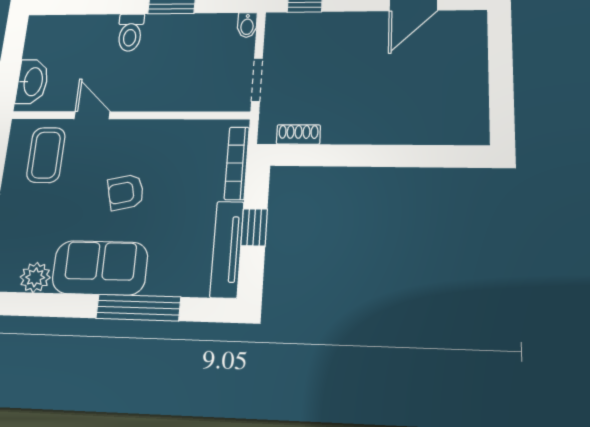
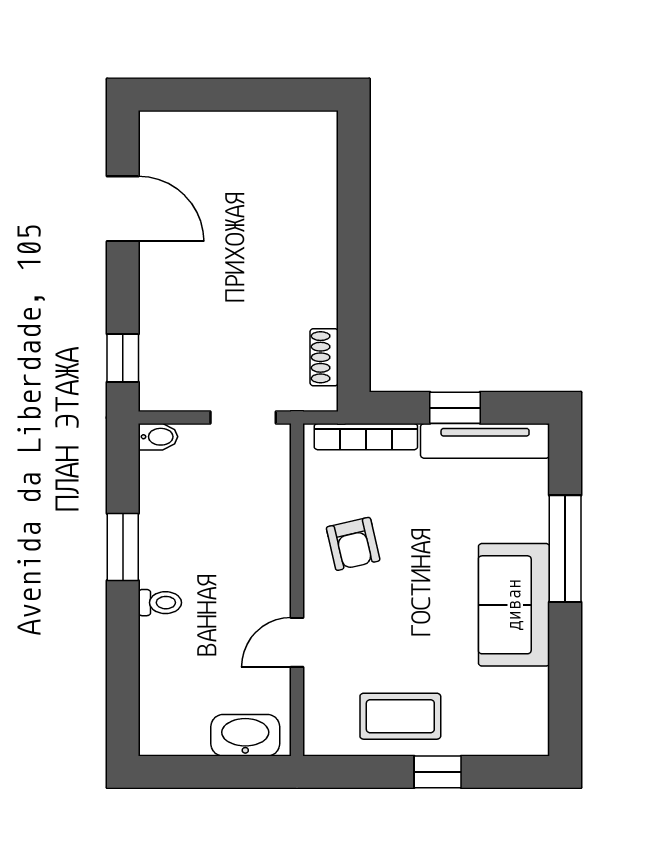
toilet: (130, 33) -> (160, 603), width x0.73, depth x0.72
coffee table: (46, 155) -> (400, 716), moved
armchair: (126, 192) -> (353, 544), moved
plant: (35, 277) -> (529, 690), removed

